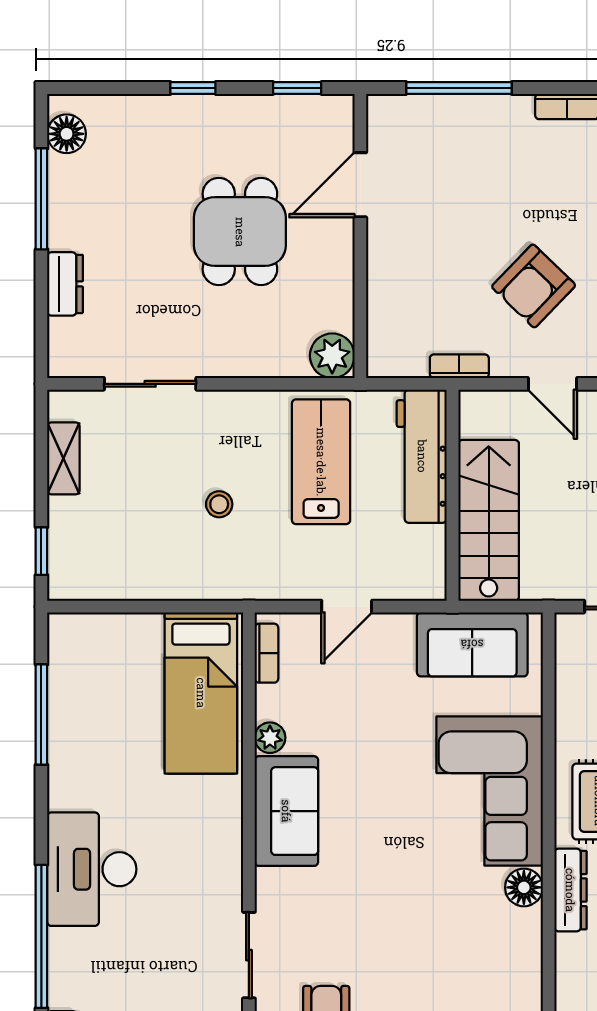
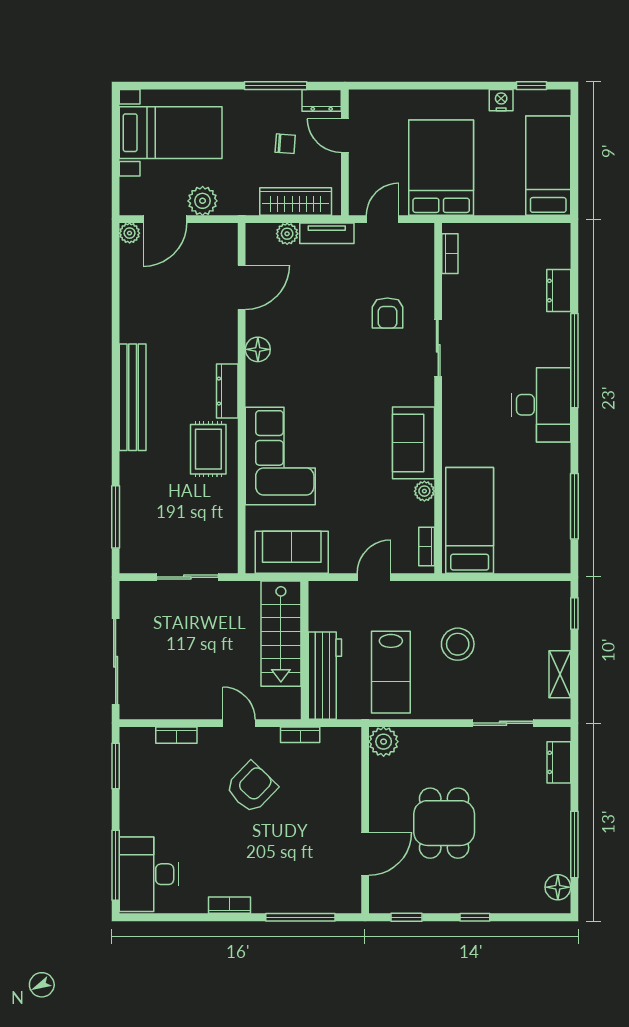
dresser: (65, 284) -> (559, 762), moved
stool: (219, 504) -> (458, 644), width x1.89, depth x1.89
floor lamp: (524, 887) -> (258, 349), moved

